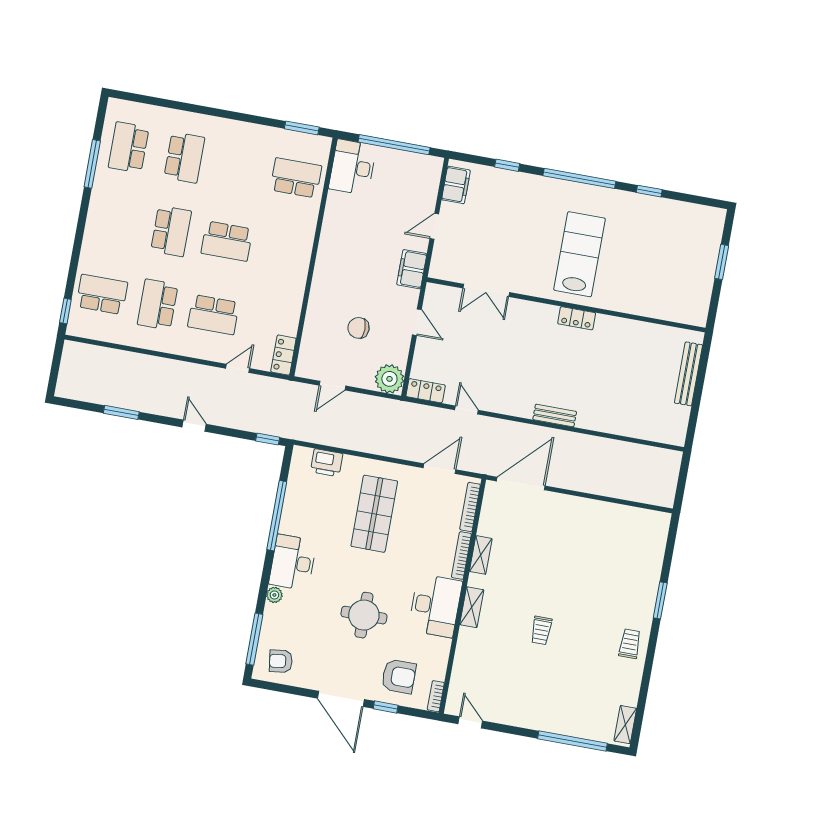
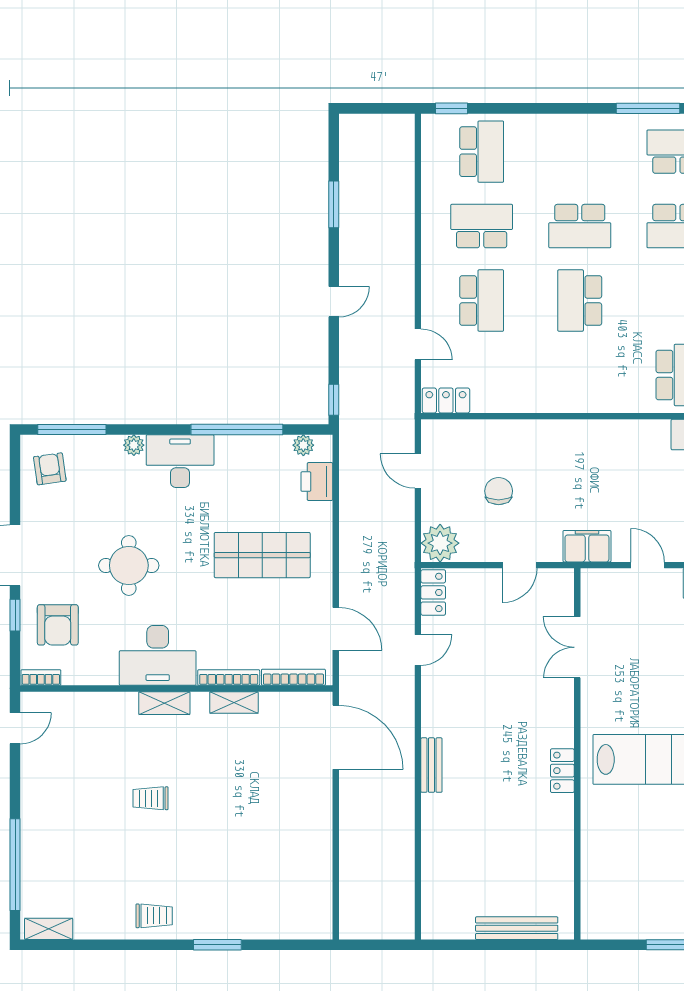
school desk: (213, 315) -> (482, 301), turned 180
plant: (298, 468) -> (303, 445), added

